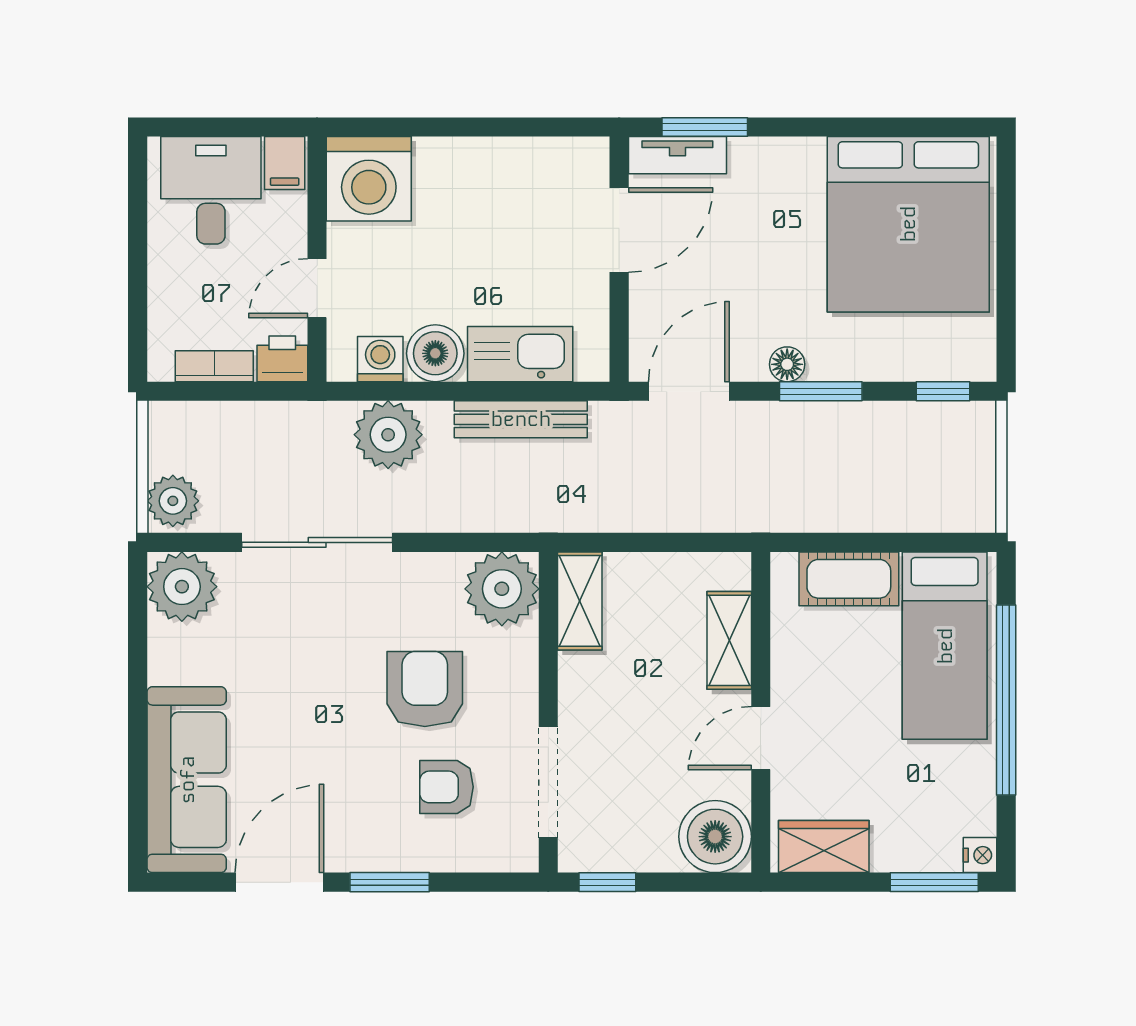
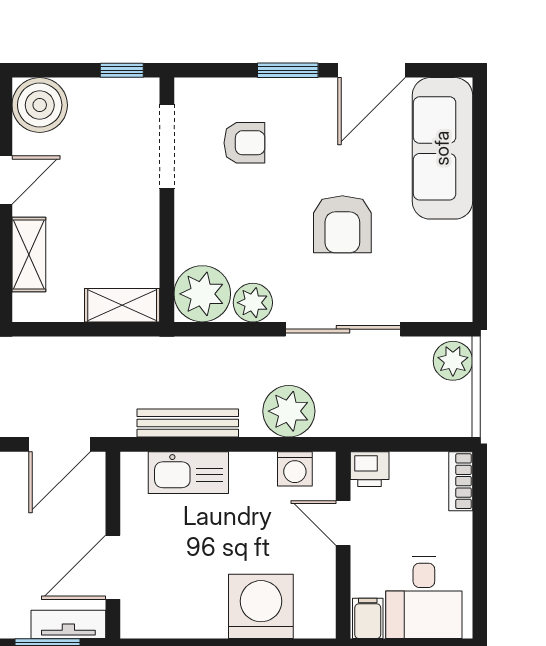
washing machine: (369, 179) -> (261, 606), moved
door: (317, 288) -> (343, 523), swing flipped
boiler: (435, 353) -> (253, 473), removed
bookcase: (214, 366) -> (461, 481), moved, turned 90
plant: (182, 587) -> (253, 303), moved, width x0.73, depth x0.73
shelving: (580, 601) -> (122, 305), moved, turned 90
armchair: (425, 689) -> (342, 224), moved

